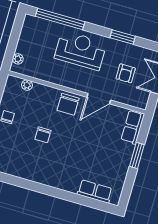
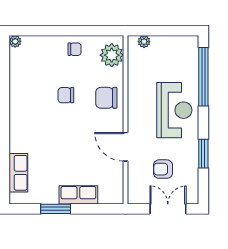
plant: (27, 85) -> (112, 55), width x1.88, depth x1.88
chair: (68, 104) -> (106, 98), moved
row of seats: (133, 127) -> (78, 195), moved
window: (137, 155) -> (56, 209), moved

